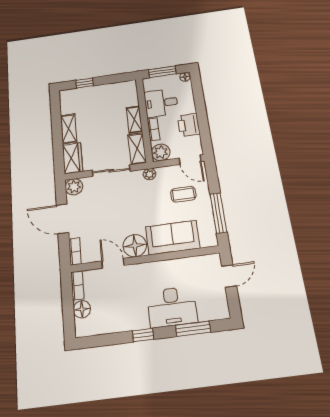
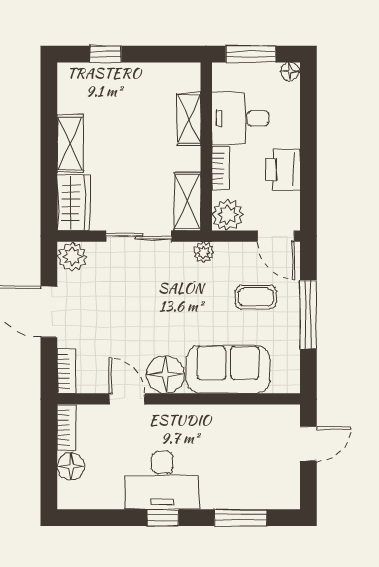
shelving: (134, 120) -> (189, 119), moved
window: (218, 213) -> (308, 314), moved
desk: (172, 307) -> (162, 480), moved

